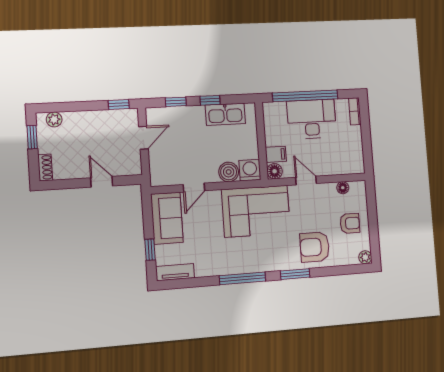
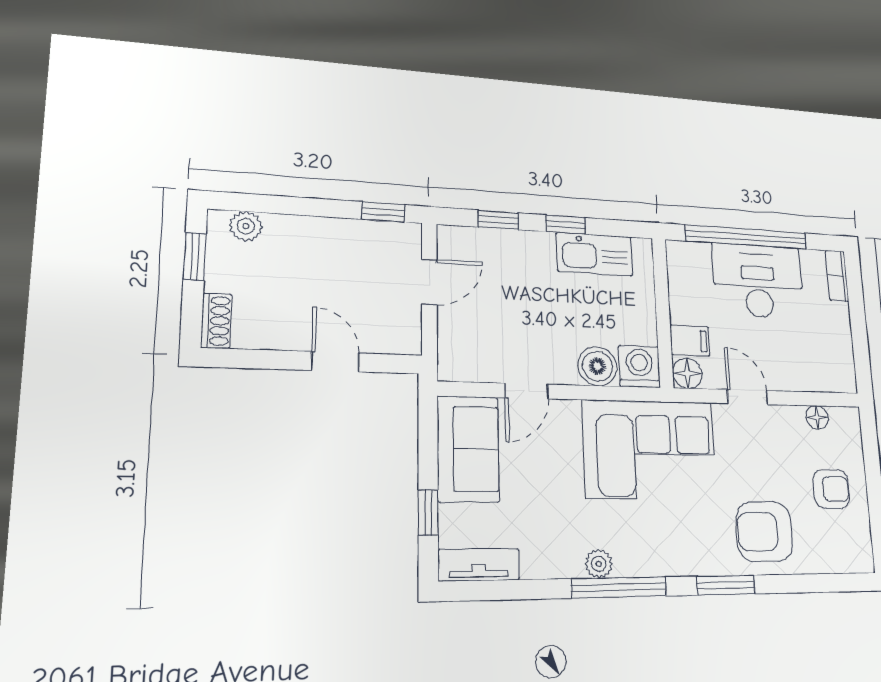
plant: (365, 257) -> (599, 564), moved

